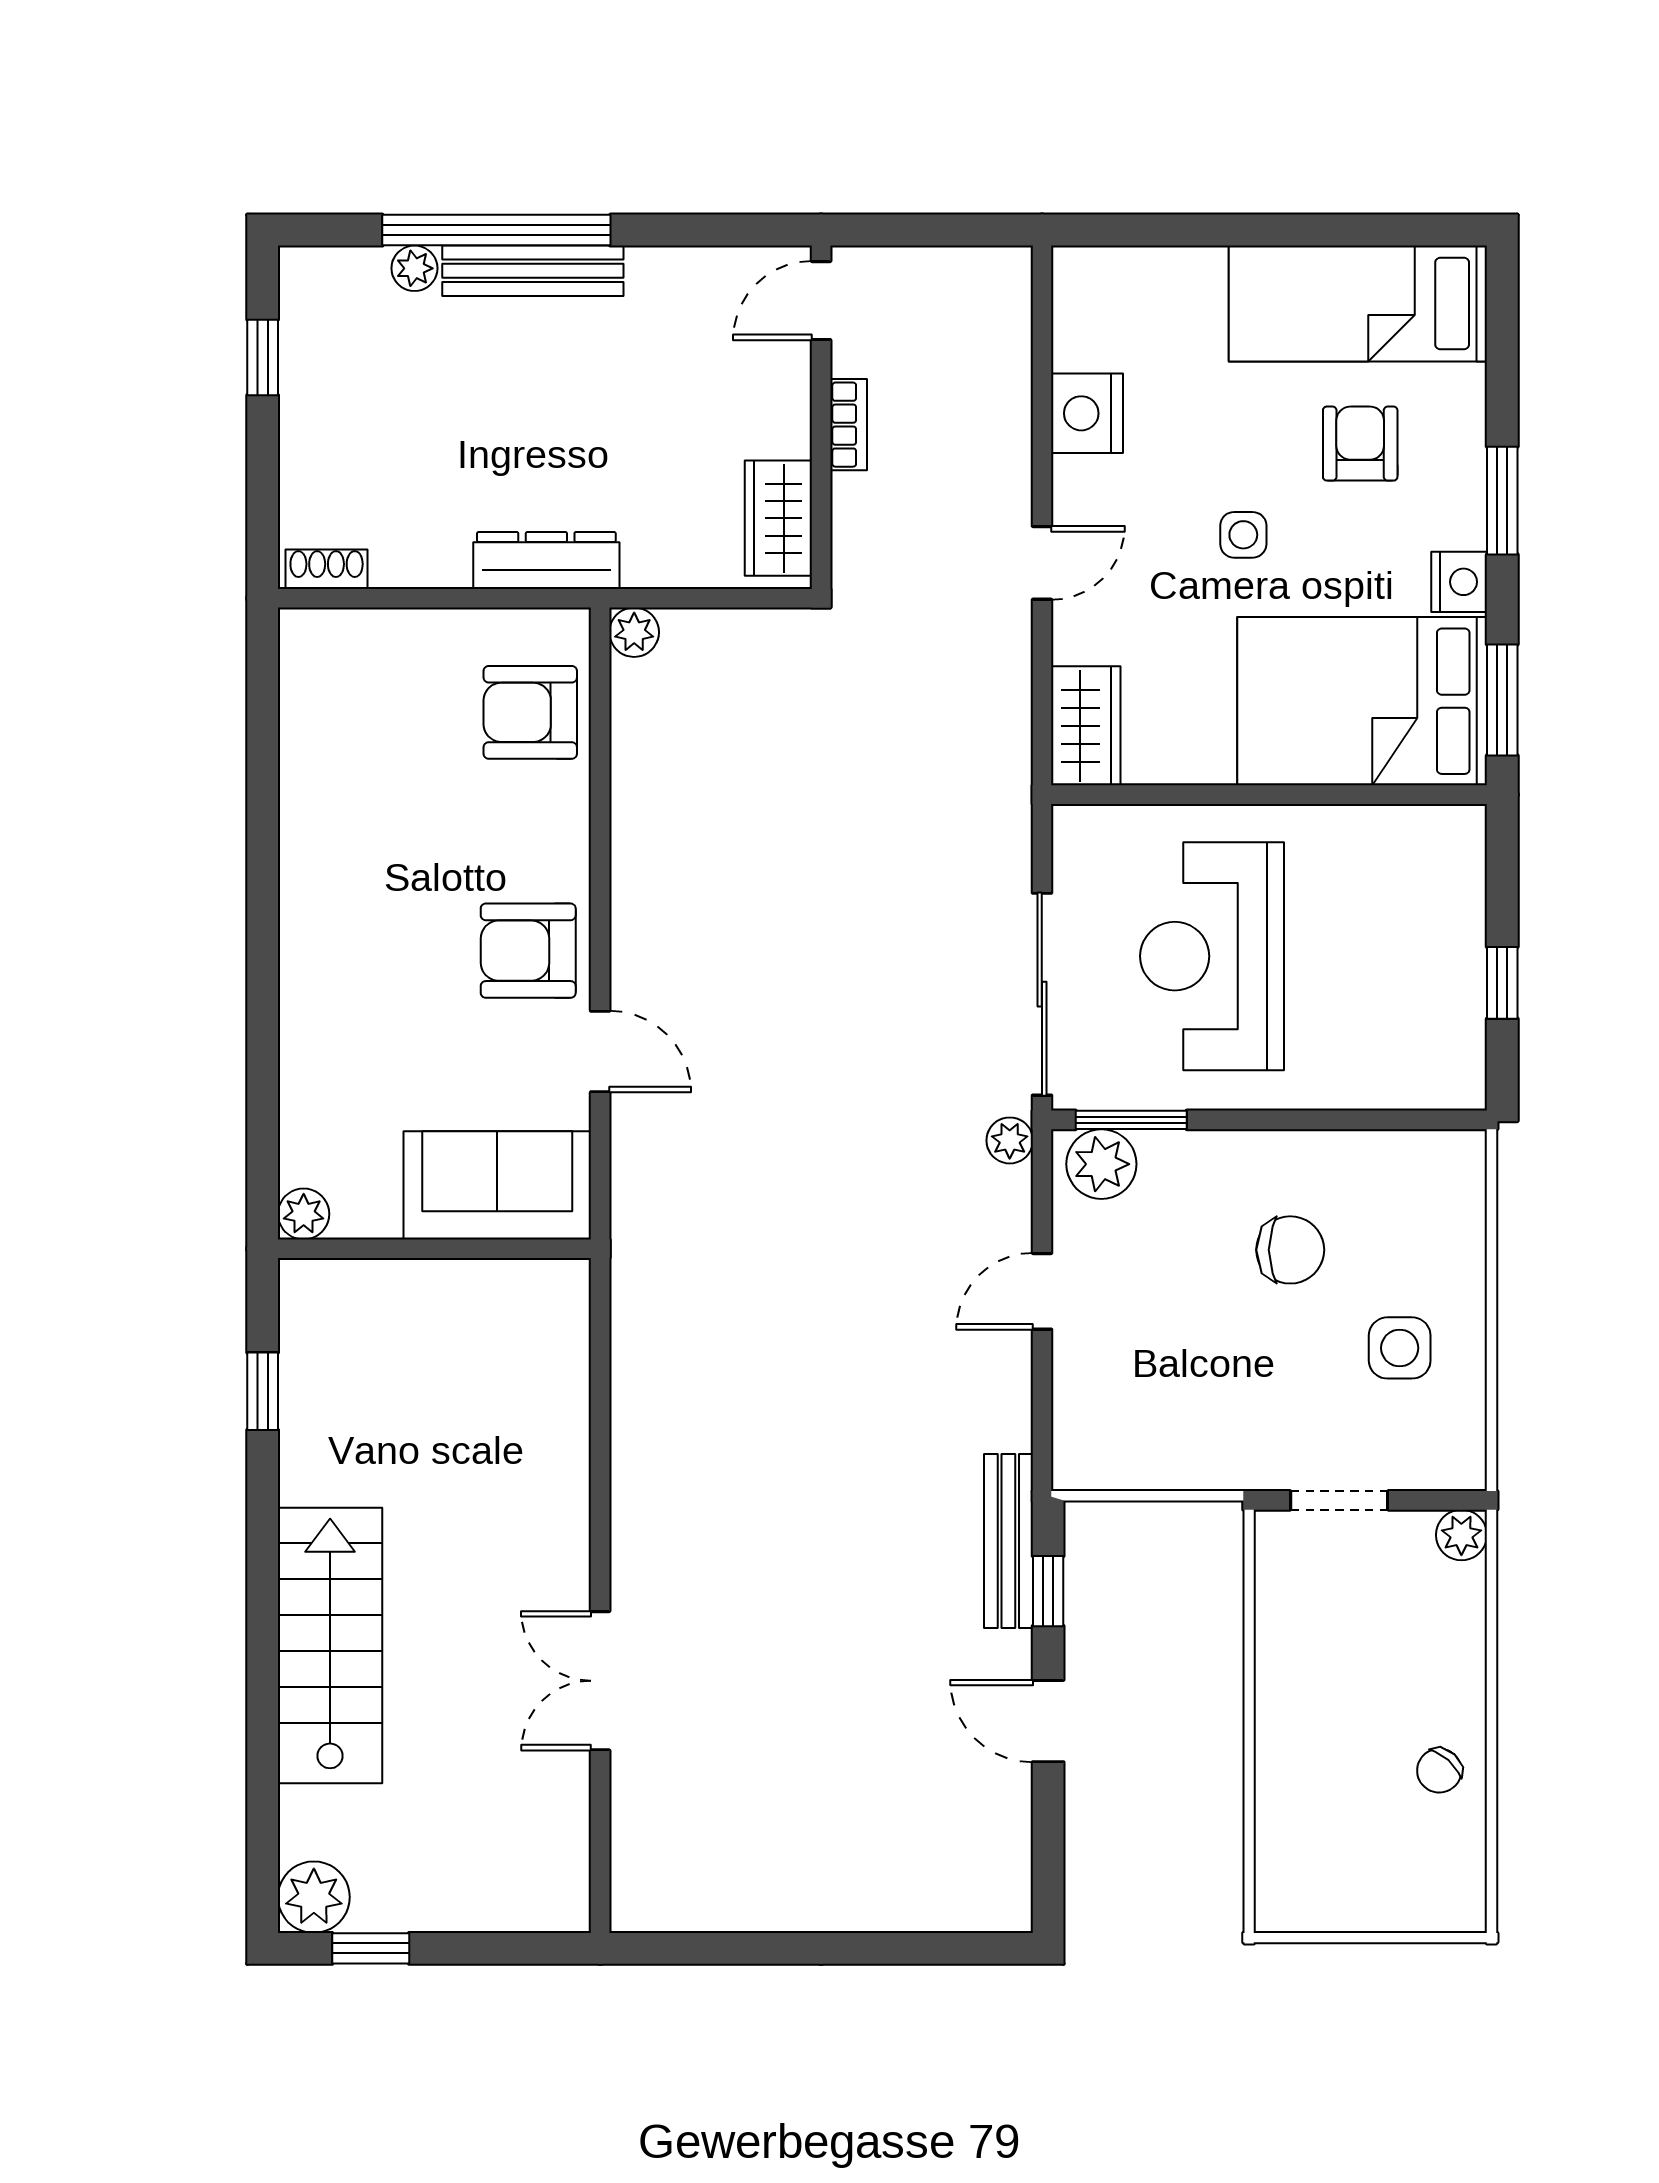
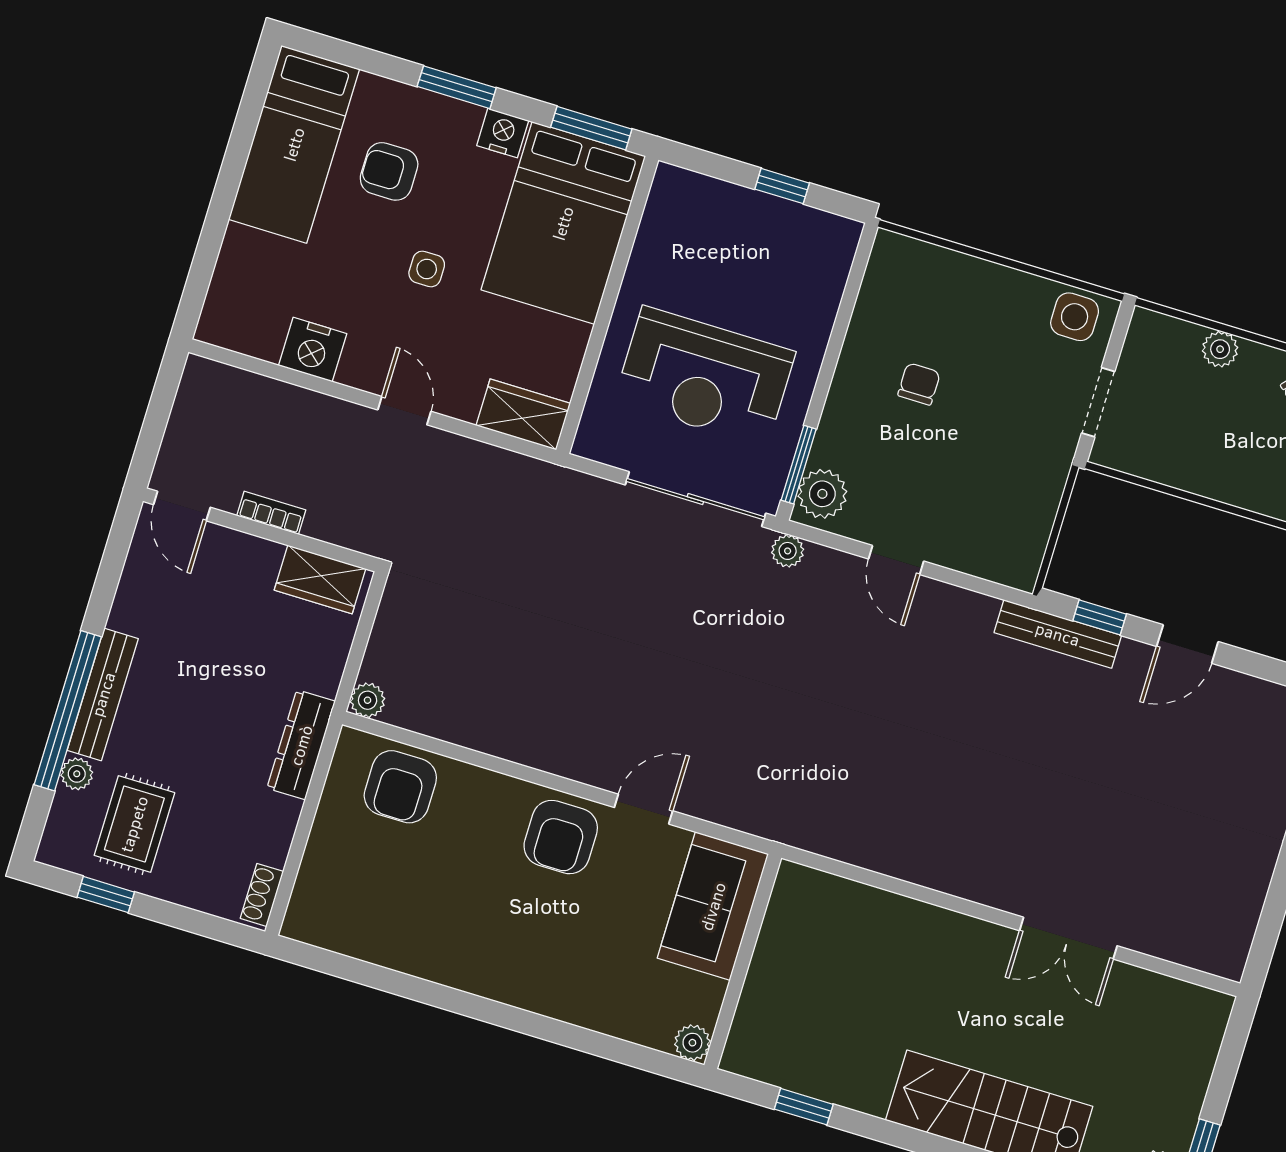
rug: (370, 367) -> (134, 824), added
chair: (1290, 1250) -> (919, 384), width x0.73, depth x0.73
side table: (1400, 1348) -> (1075, 317), moved
plant: (1461, 1535) -> (1220, 349), moved

